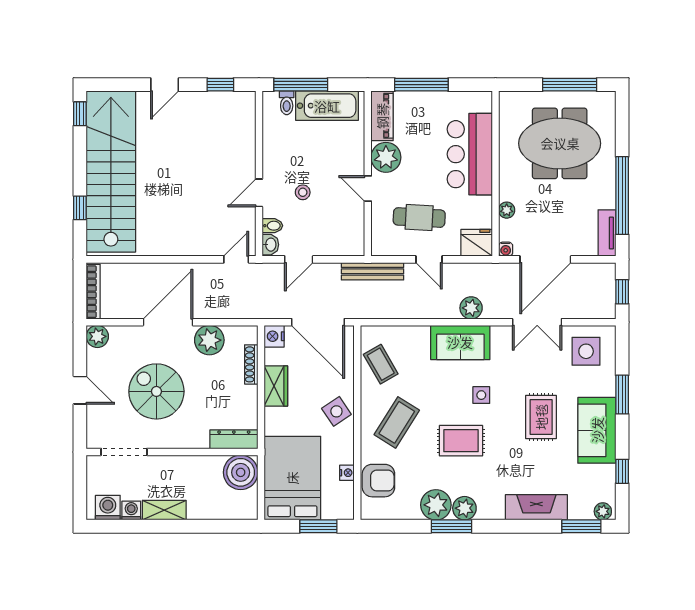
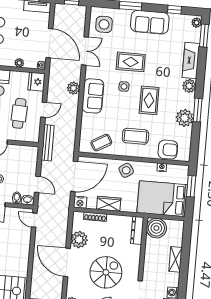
spiral stairs: (156, 391) -> (106, 272), turned 180
rug: (541, 417) -> (131, 62), moved
coffee table: (397, 422) -> (135, 136), turned -32
armchair: (378, 481) -> (168, 150), turned 90
plant: (464, 508) -> (189, 86), moved
shelving: (164, 510) -> (176, 259), moved

